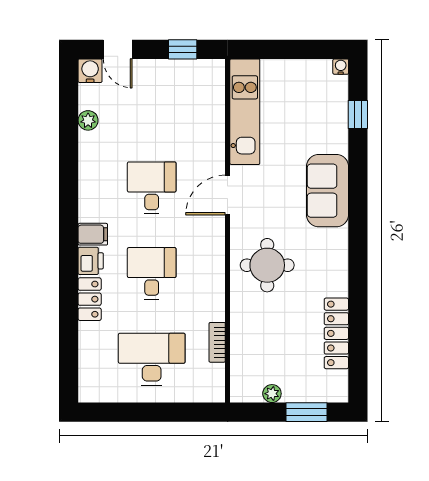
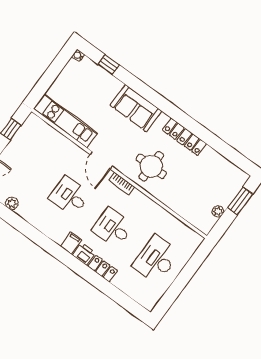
locker: (336, 333) -> (184, 137), moved
bookcase: (217, 342) -> (122, 184), moved

